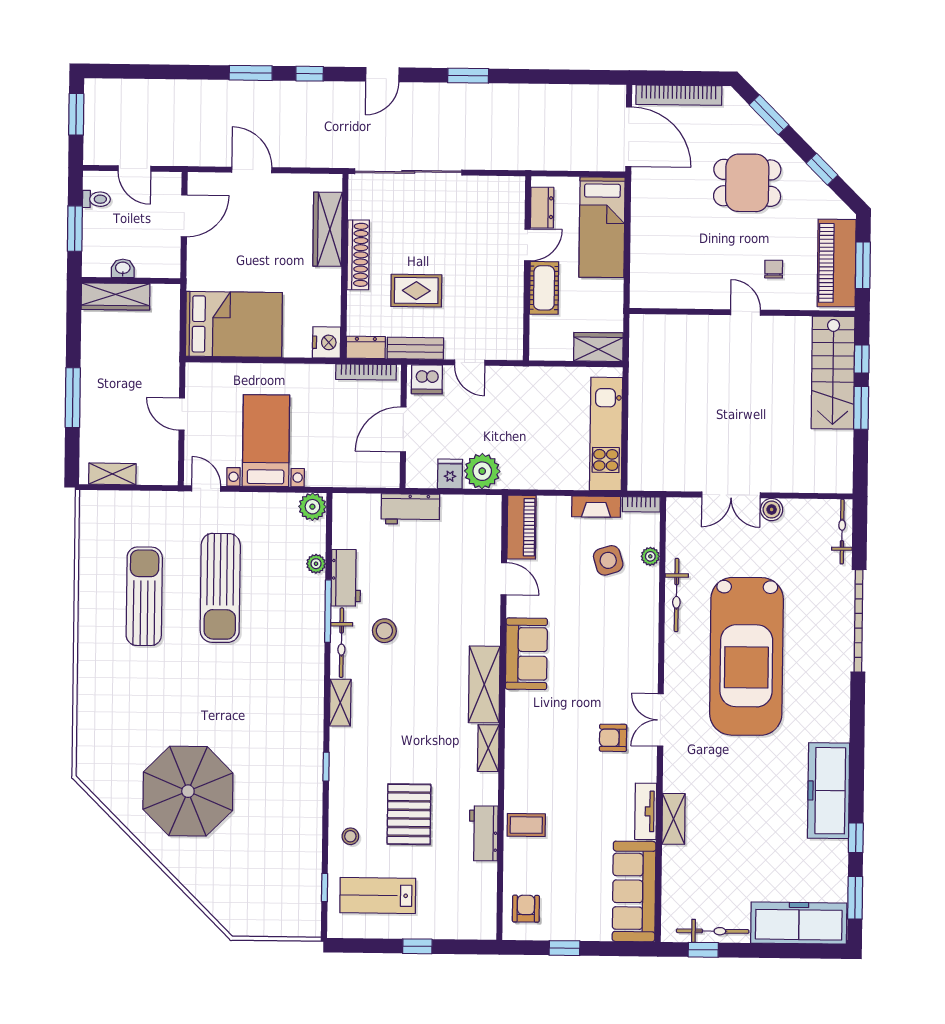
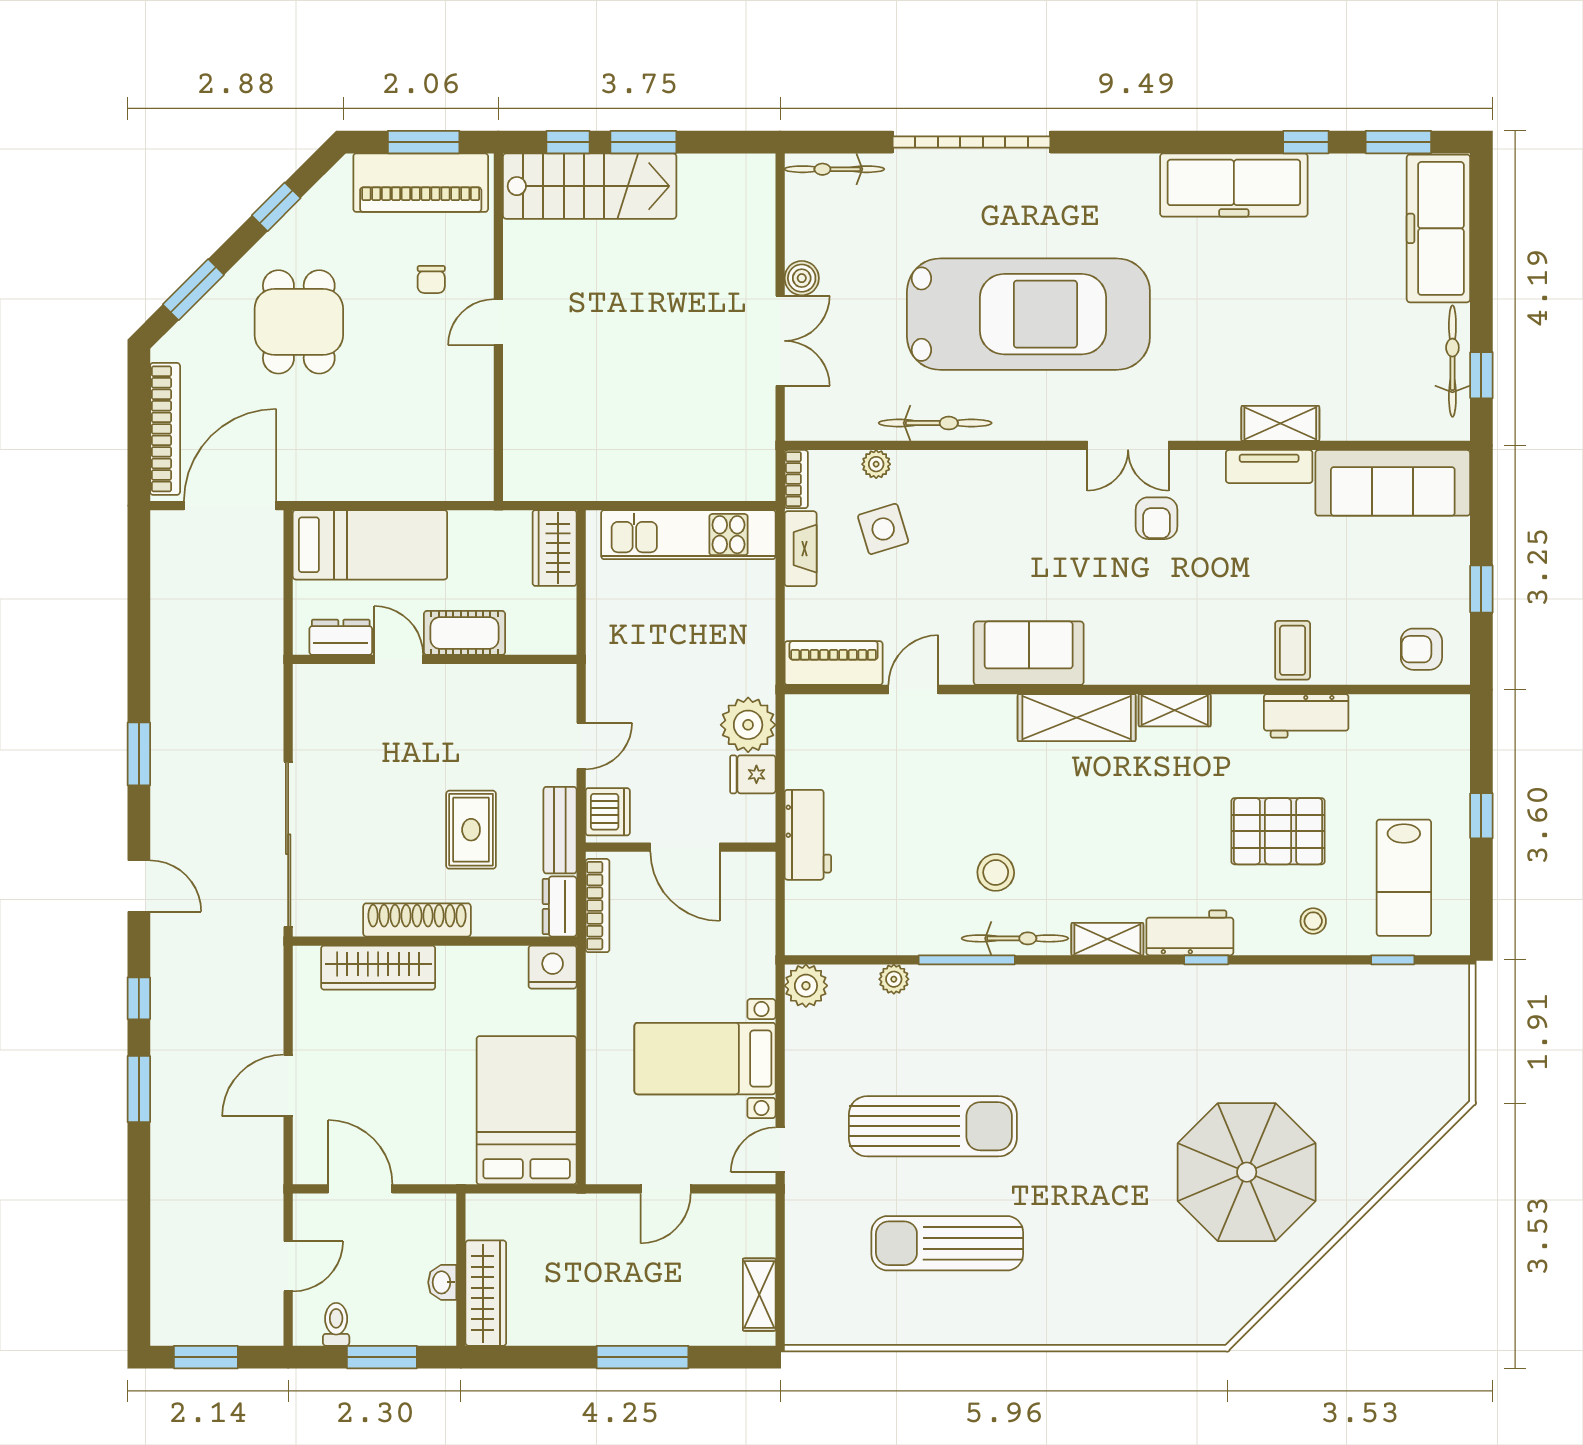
chair: (774, 269) -> (431, 279), turned -90
workbench: (346, 578) -> (1190, 933), moved

